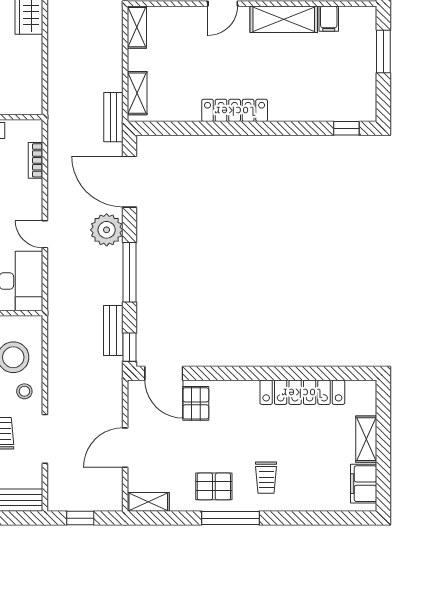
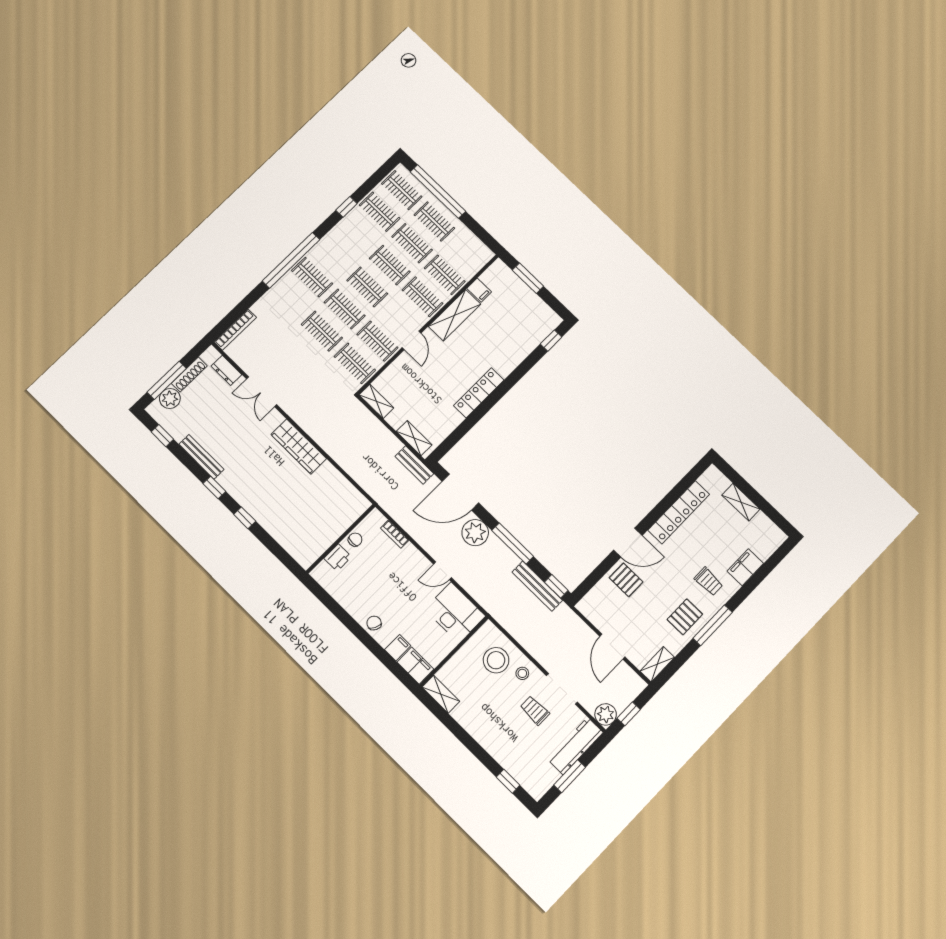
bench: (113, 331) -> (537, 586), width x1.36
door: (164, 373) -> (628, 543), moved
filing cabinet: (364, 484) -> (745, 567), moved, turned 90
plant: (60, 498) -> (606, 714), added

